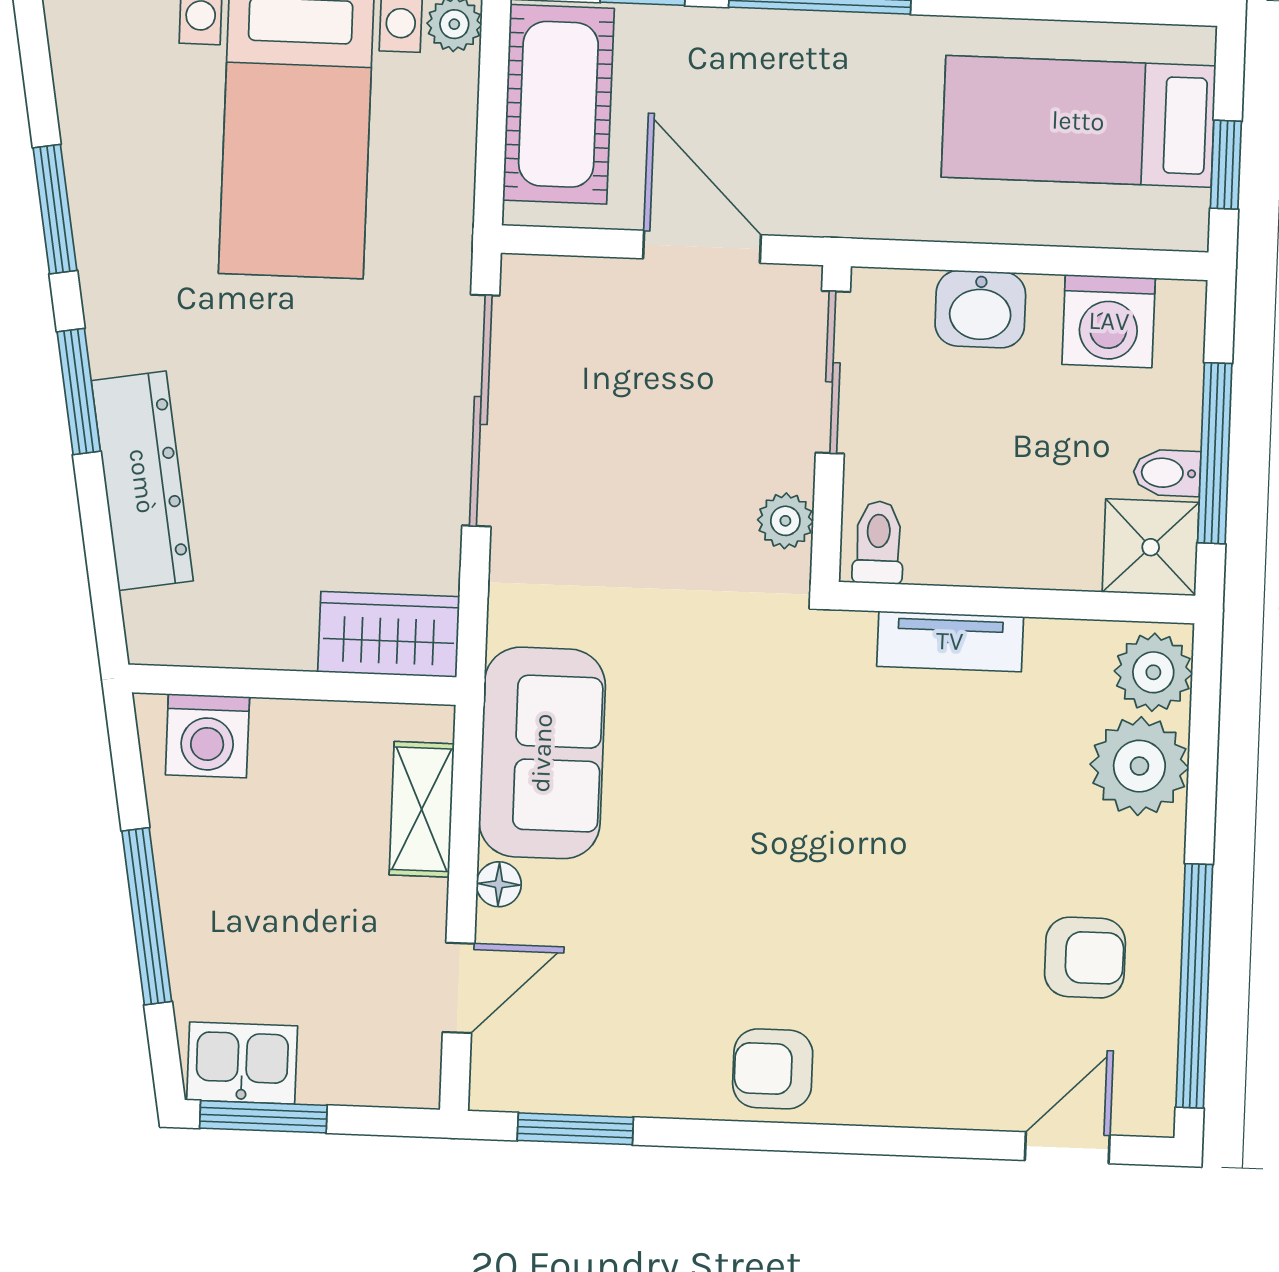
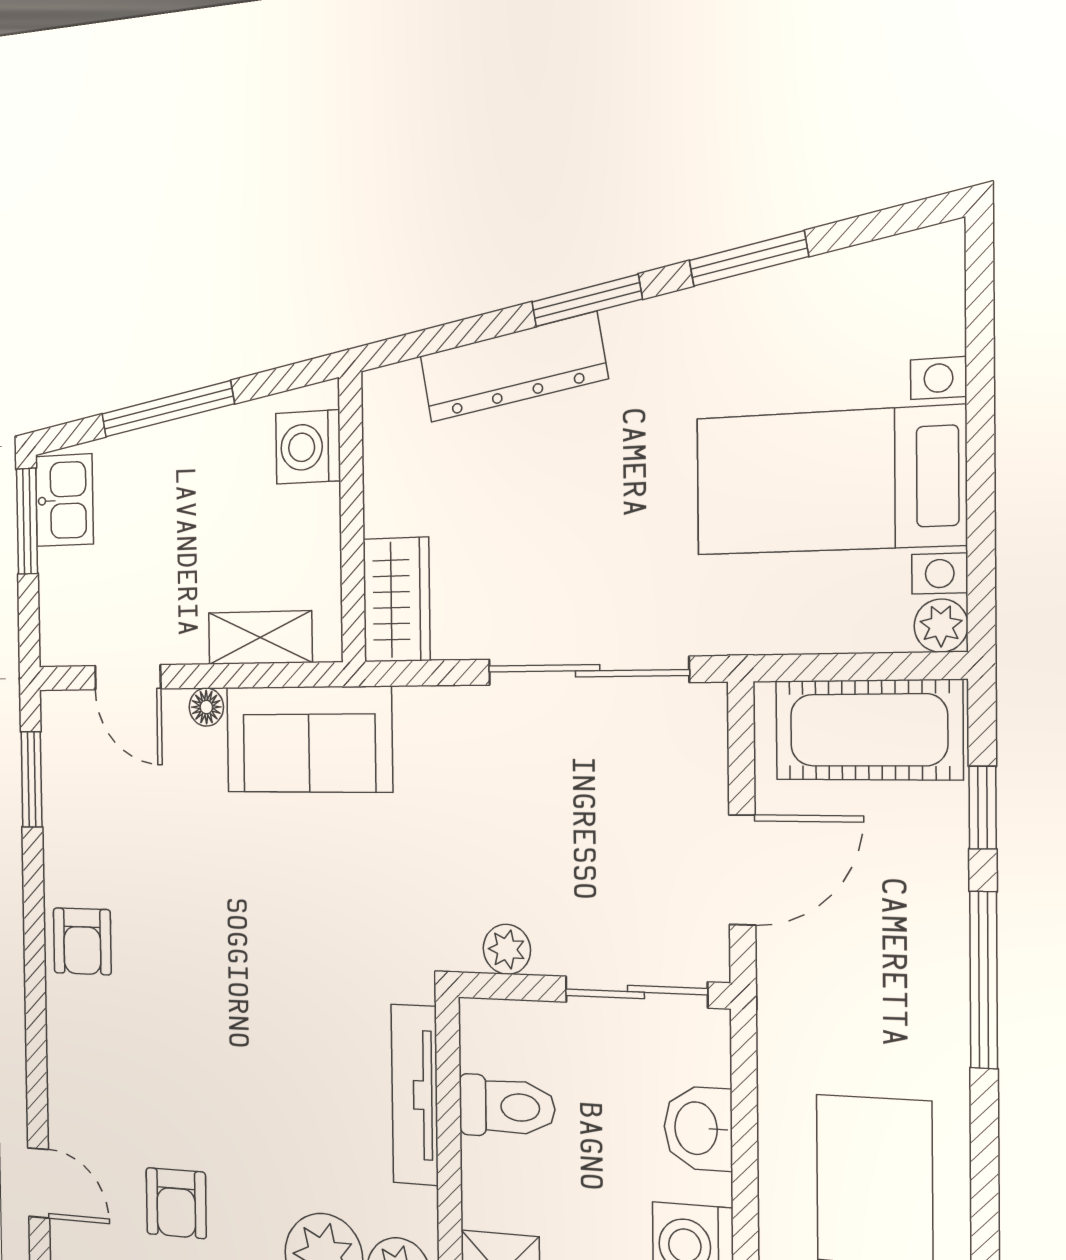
toilet: (878, 542) -> (507, 1107), moved, width x1.37, depth x1.39
tv unit: (950, 641) -> (415, 1095), width x1.41
armchair: (773, 1069) -> (82, 941), turned 180

